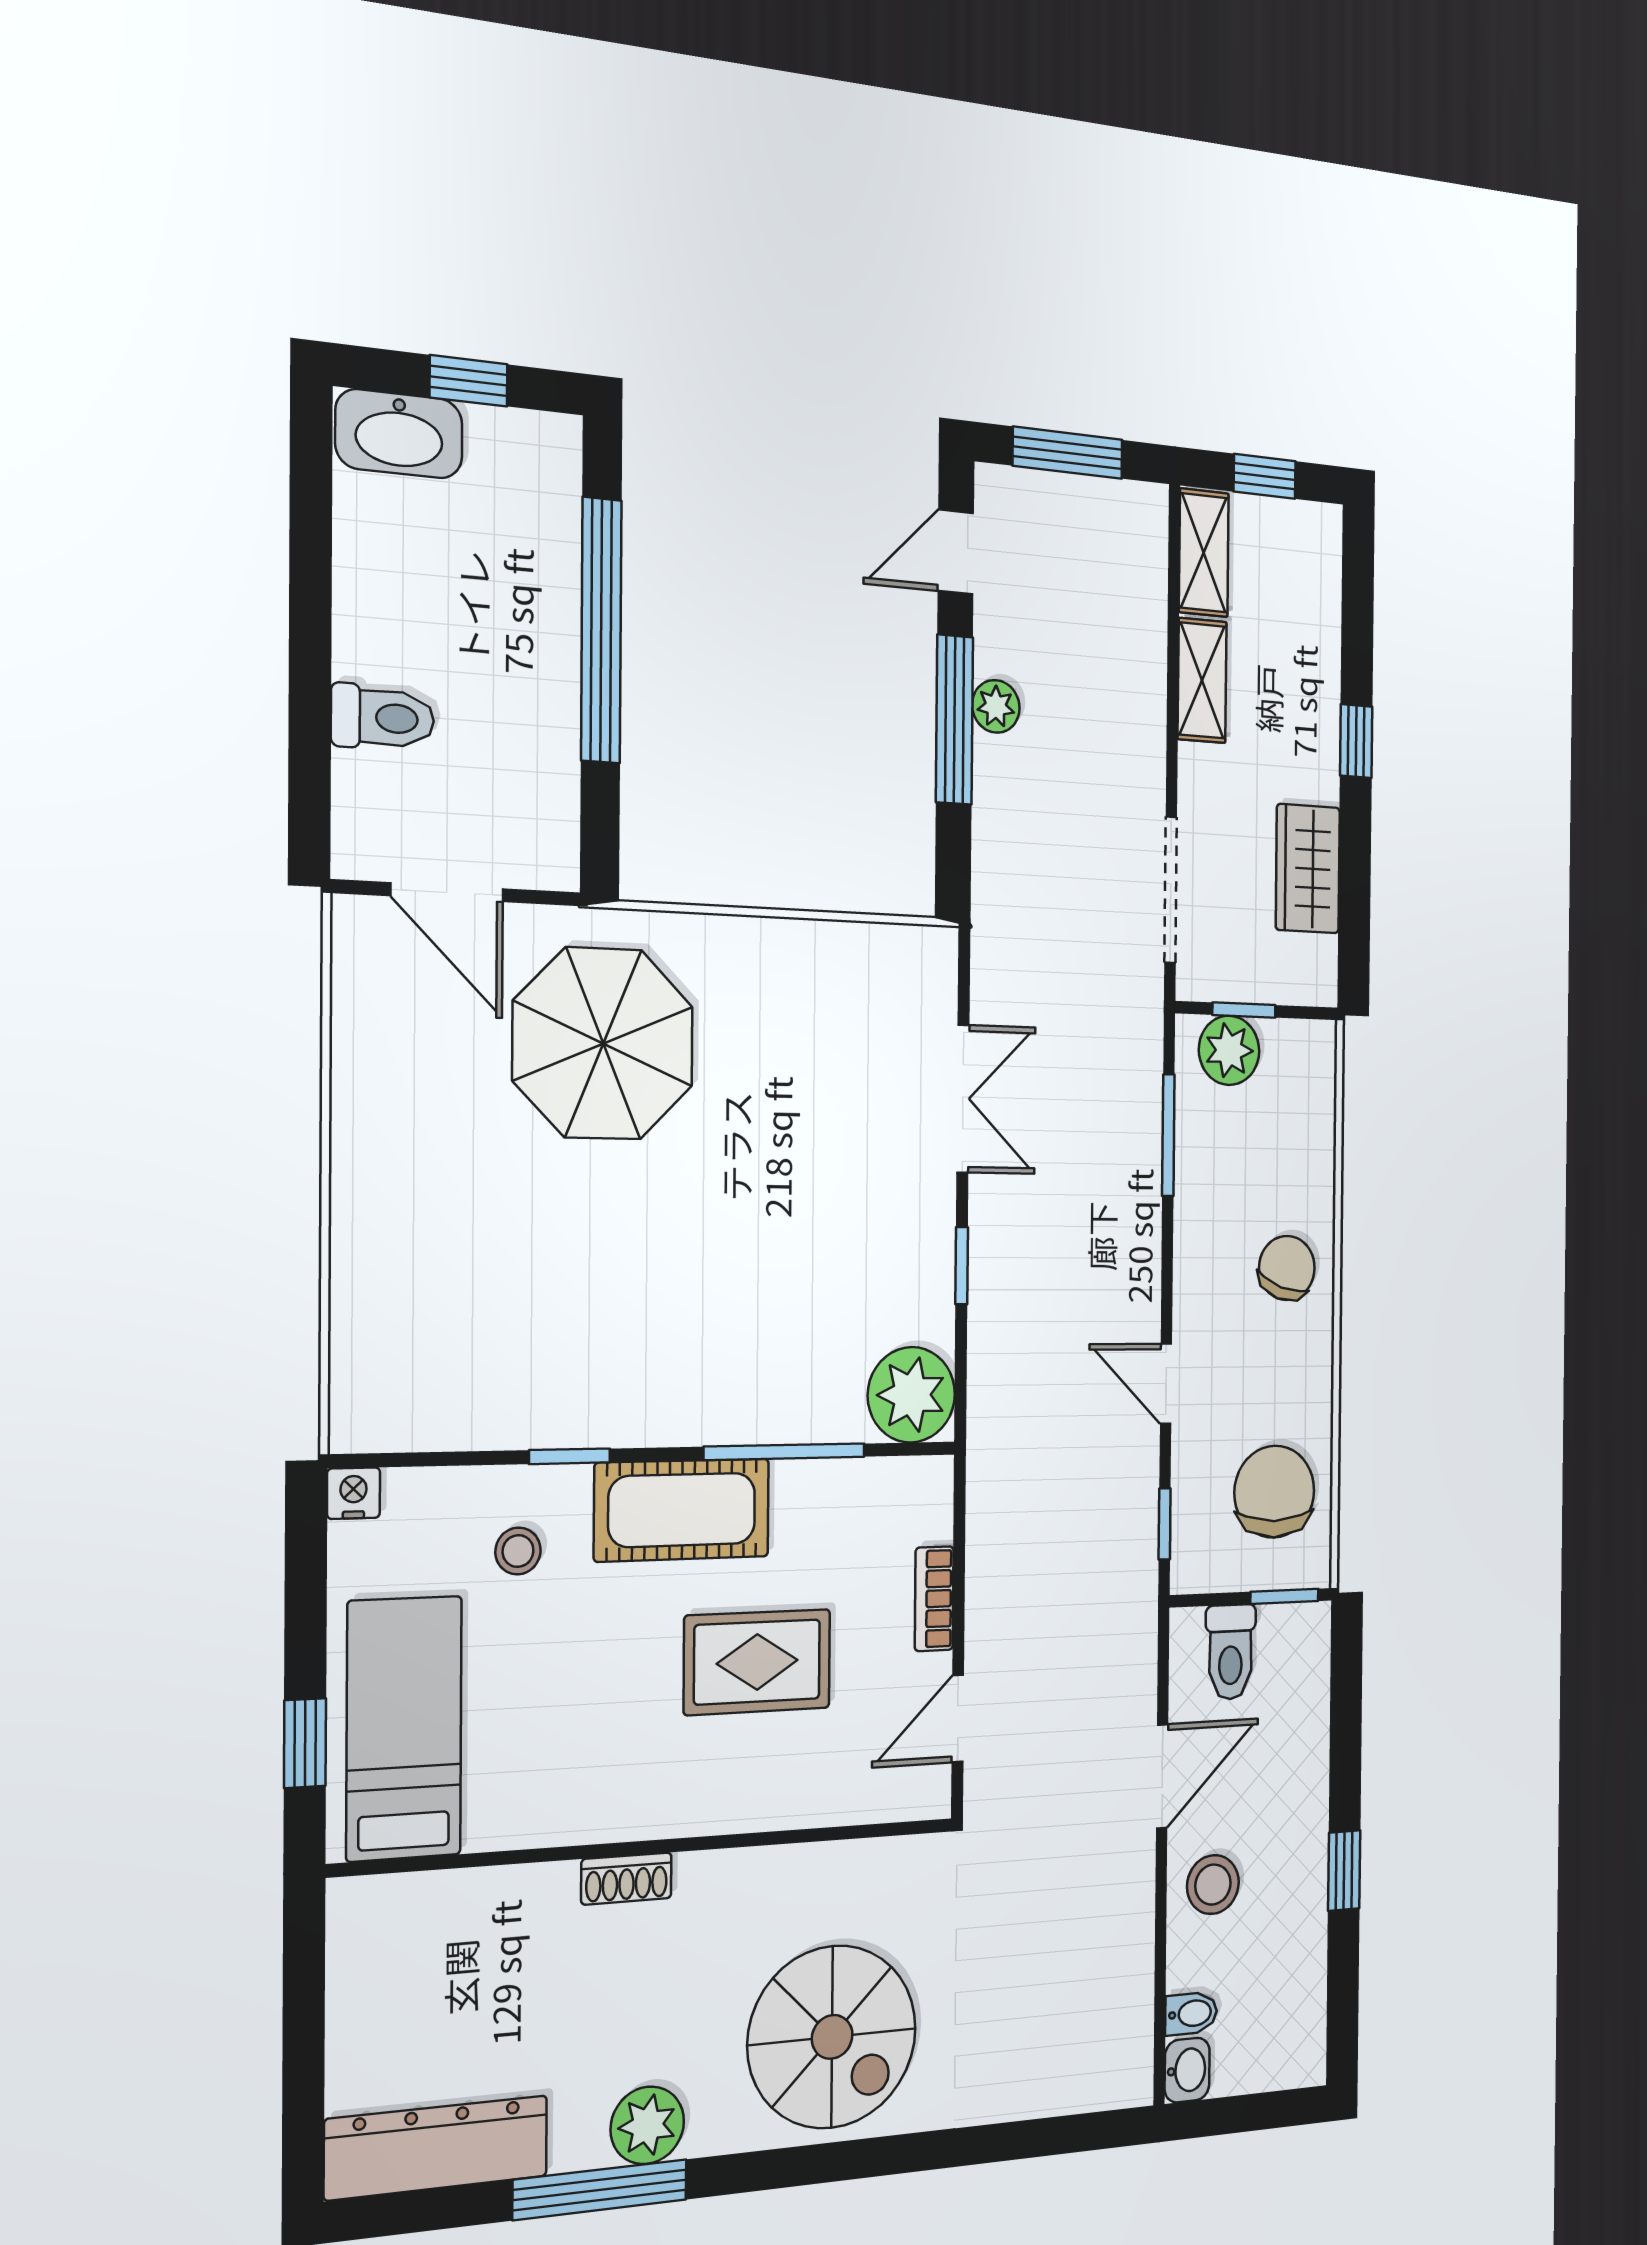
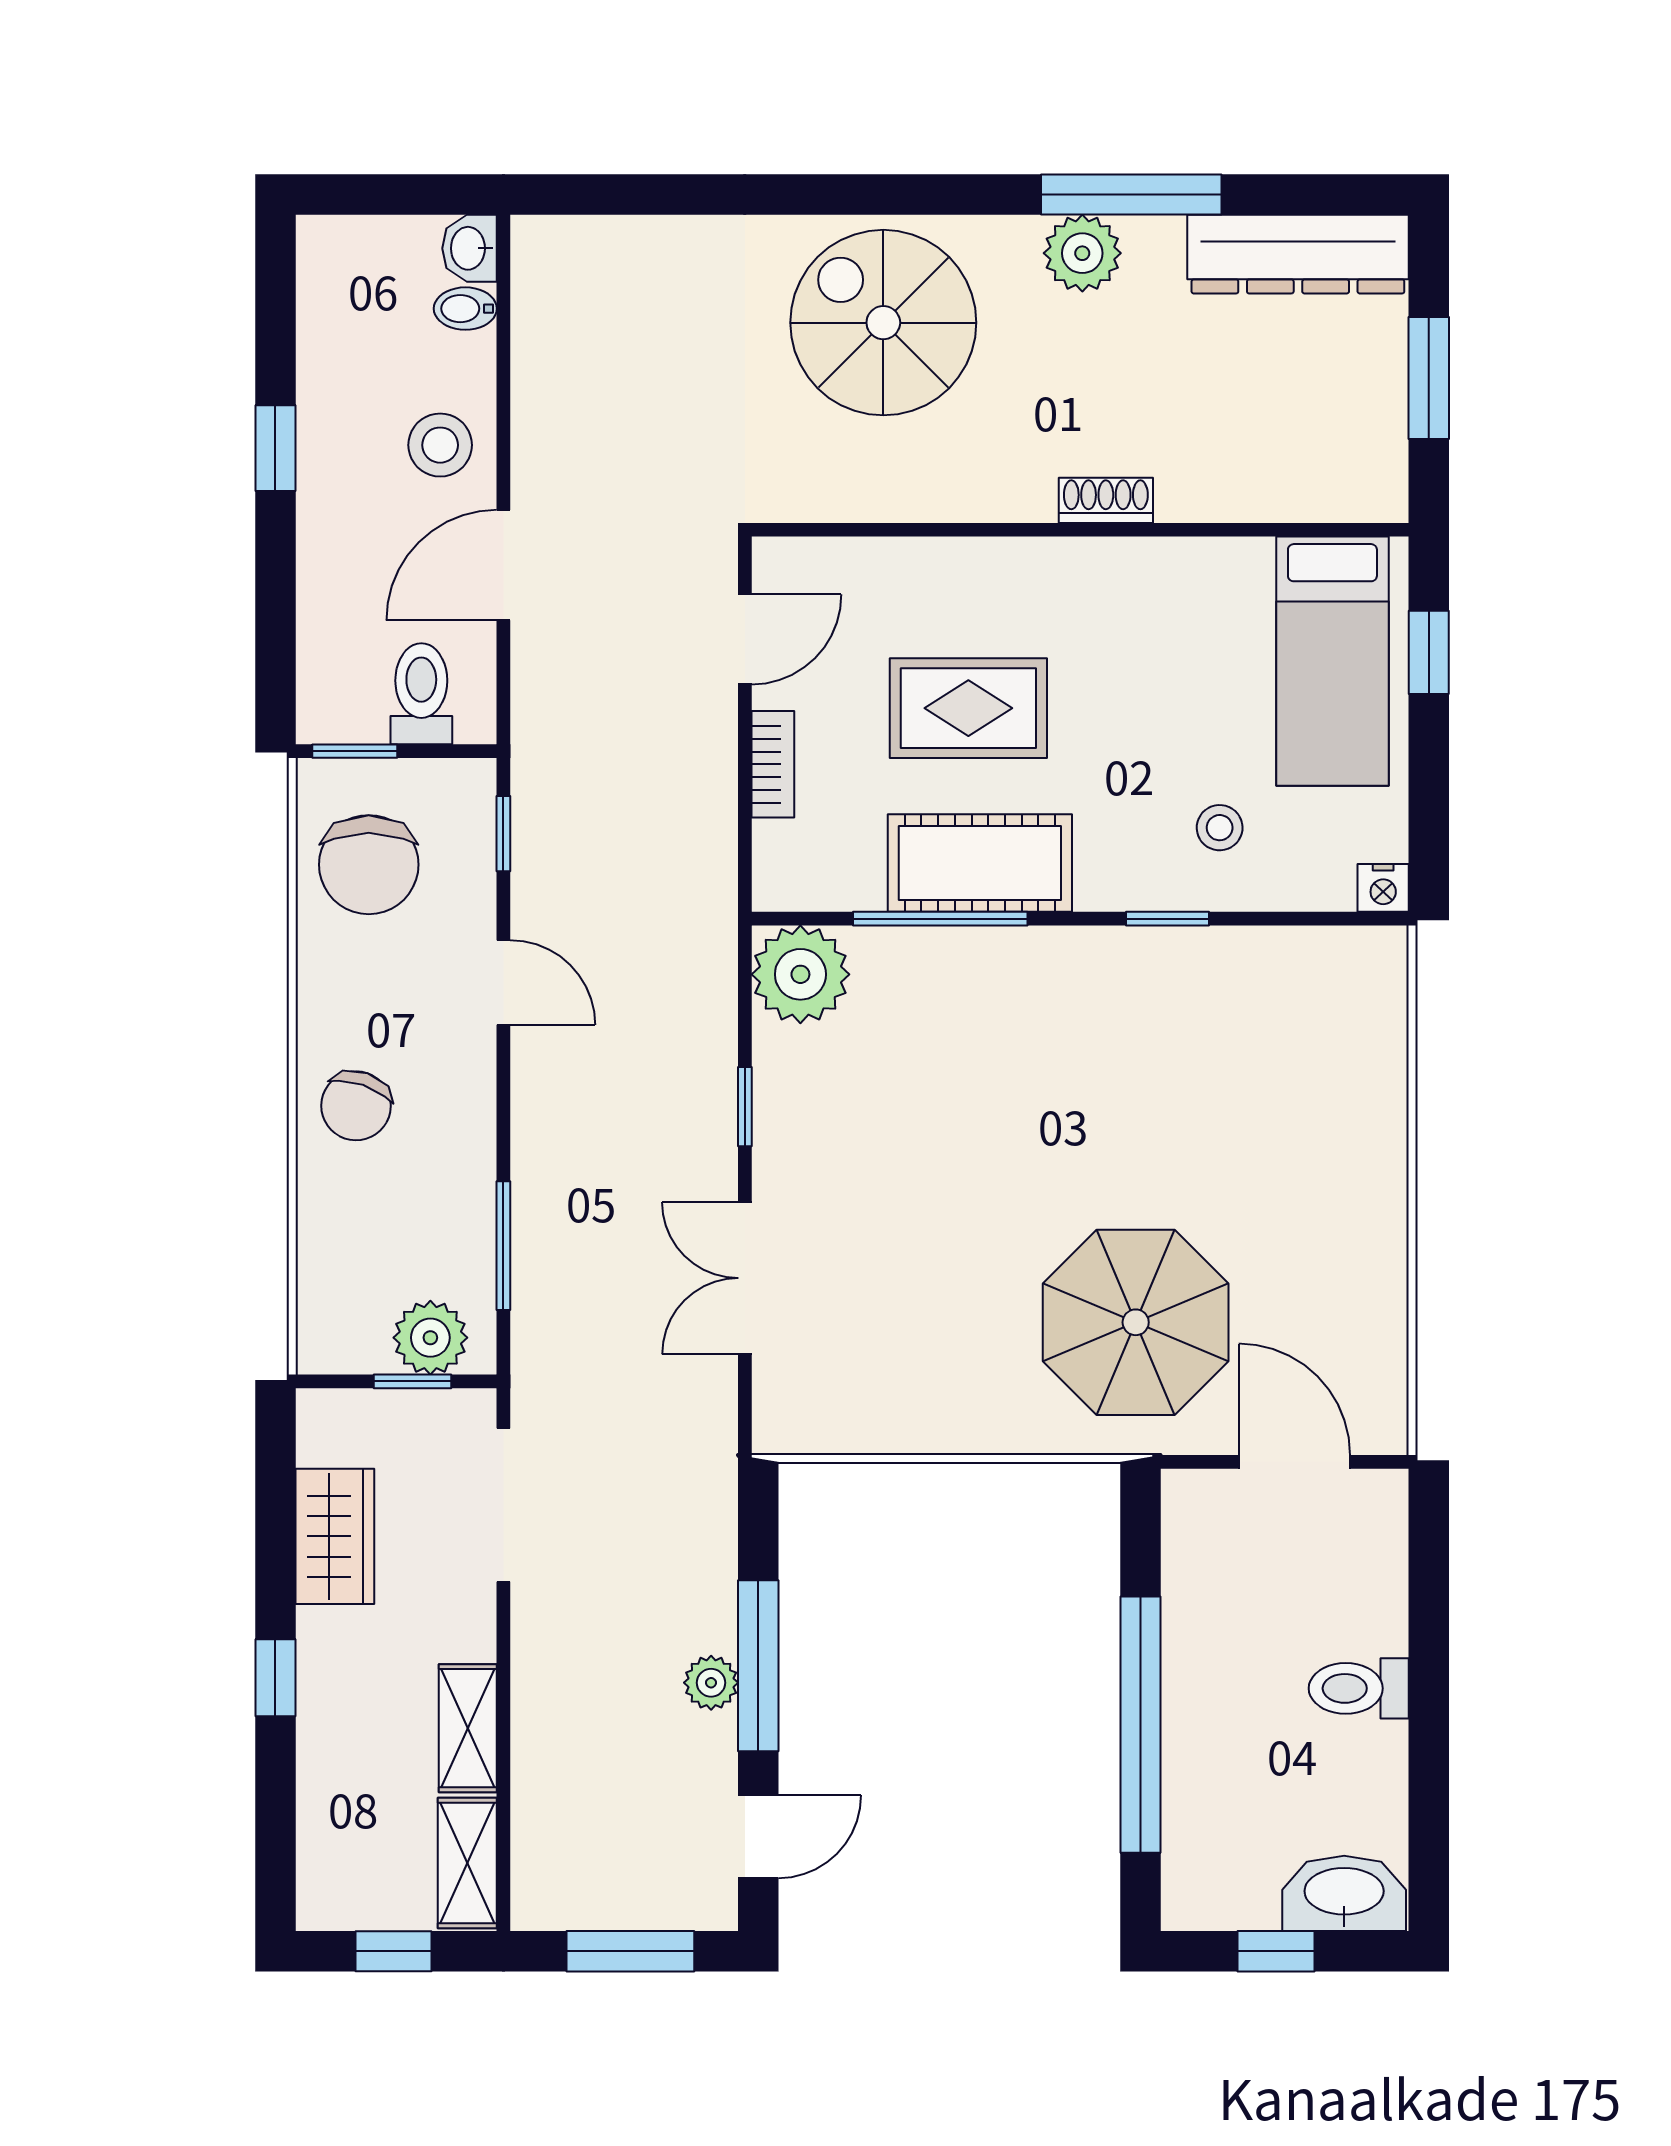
toilet: (383, 718) -> (1359, 1688), moved
cot: (682, 1510) -> (980, 863), moved
window: (304, 2032) -> (1429, 378), added

